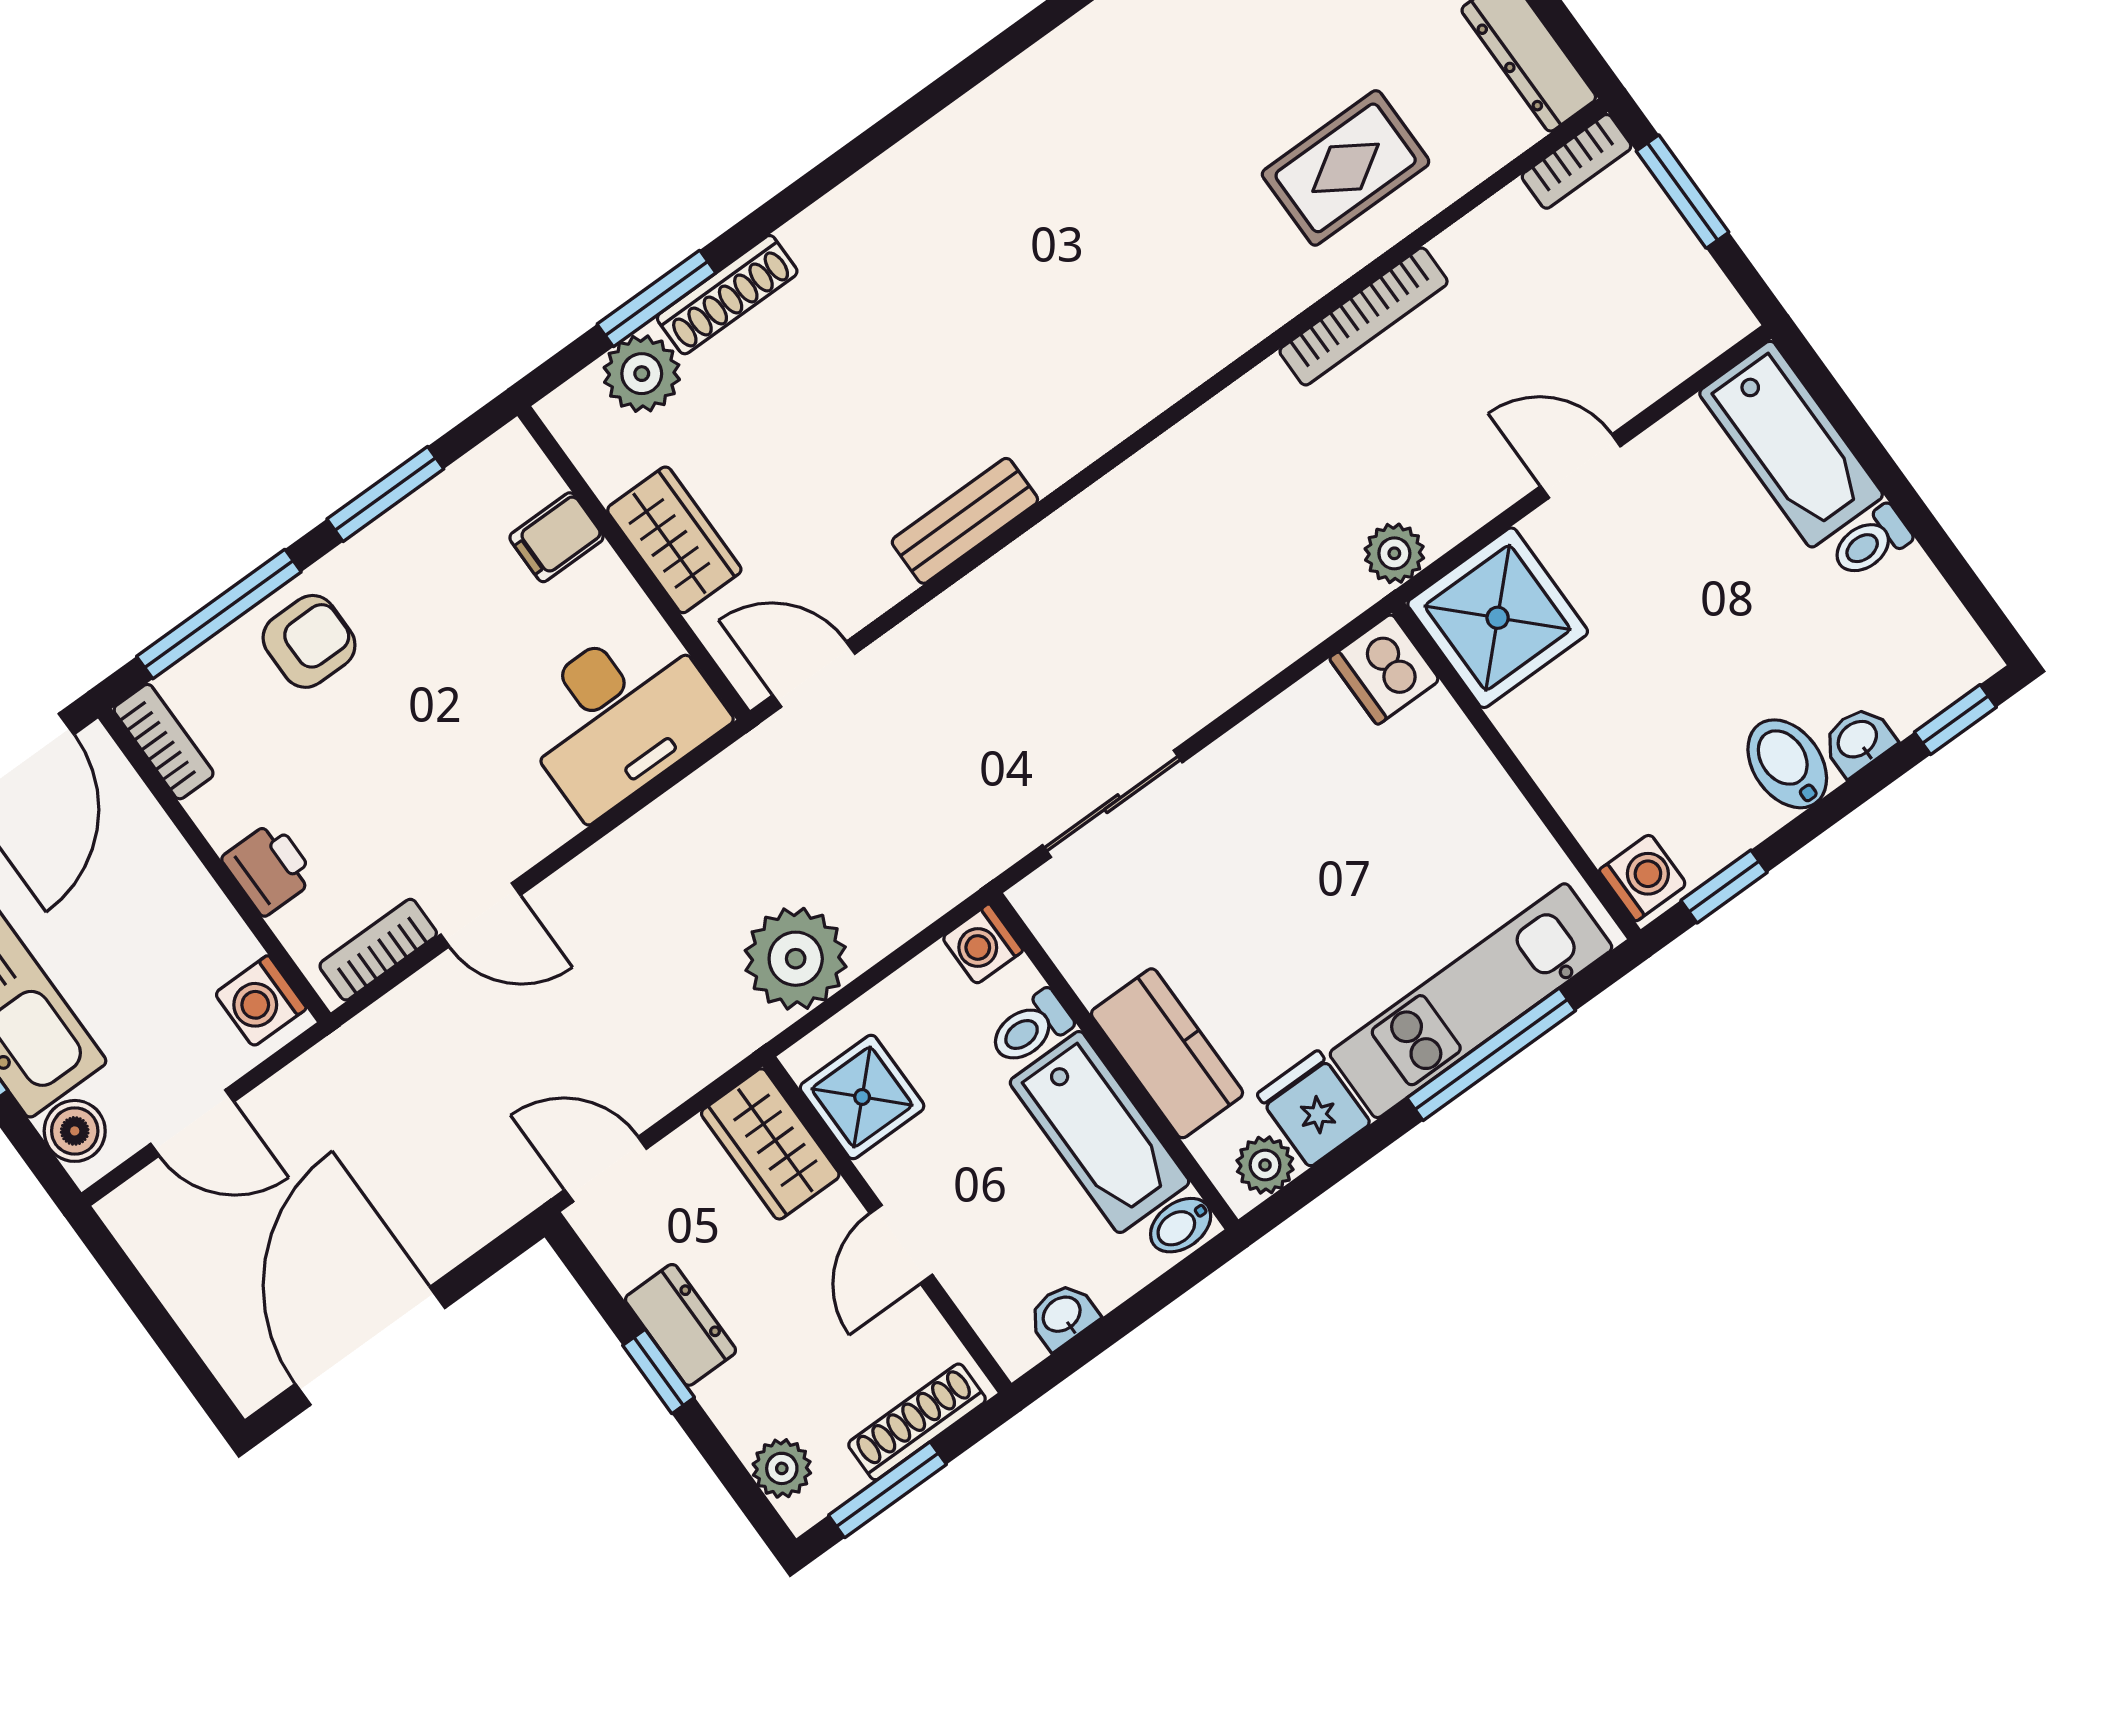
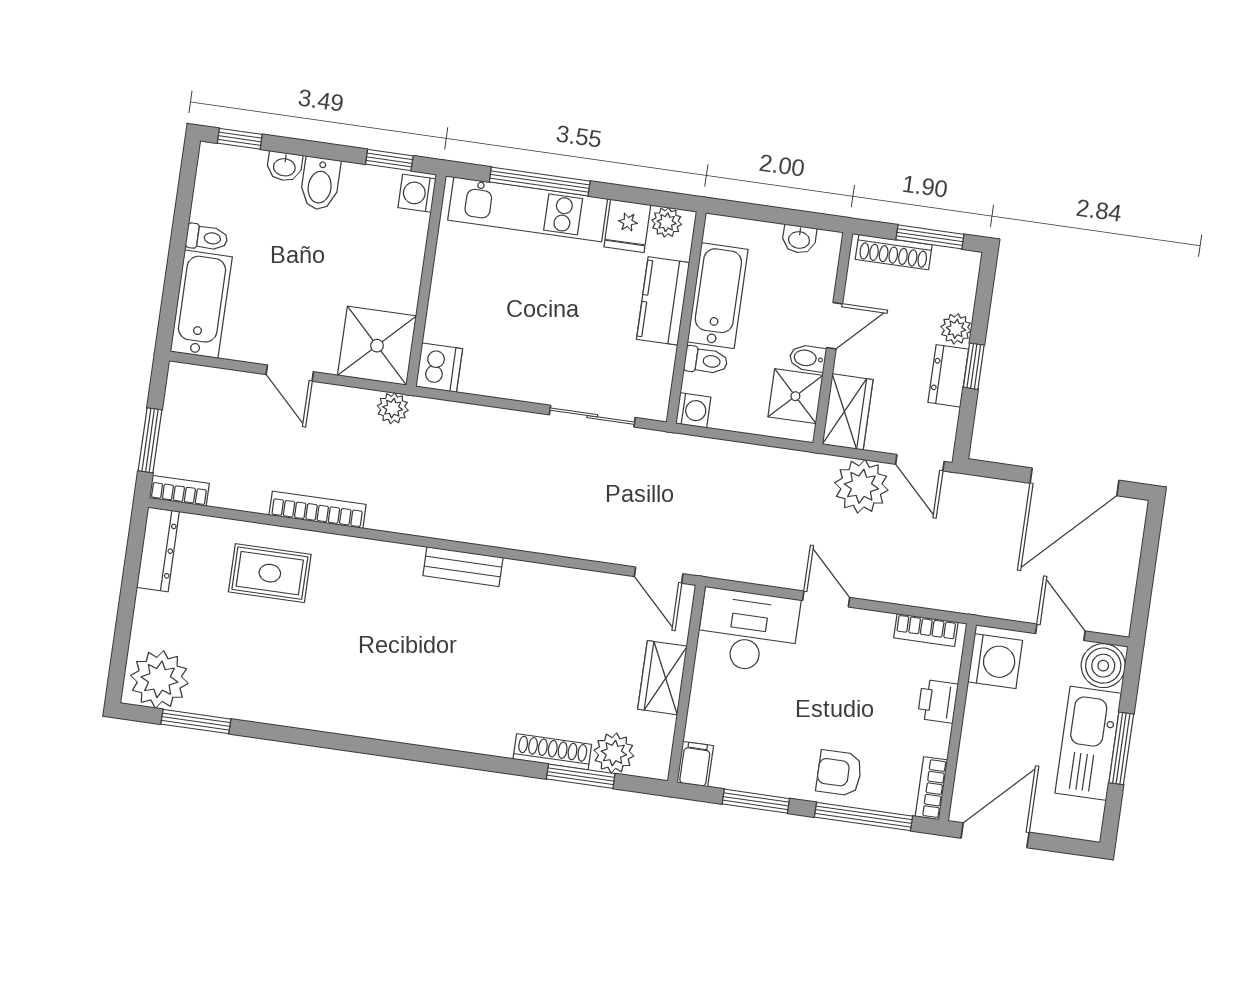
bench: (965, 521) -> (463, 567), moved
filing cabinet: (556, 537) -> (695, 764), moved, turned -90
door: (480, 915) -> (826, 599), moved
plant: (796, 959) -> (861, 486), moved
washing machine: (261, 1001) -> (995, 661), width x1.38, depth x1.38
boiler: (75, 1131) -> (1103, 666), width x1.36, depth x1.36
bidet: (1181, 1225) -> (808, 358), moved, turned 180
plant: (782, 1468) -> (956, 329), moved

